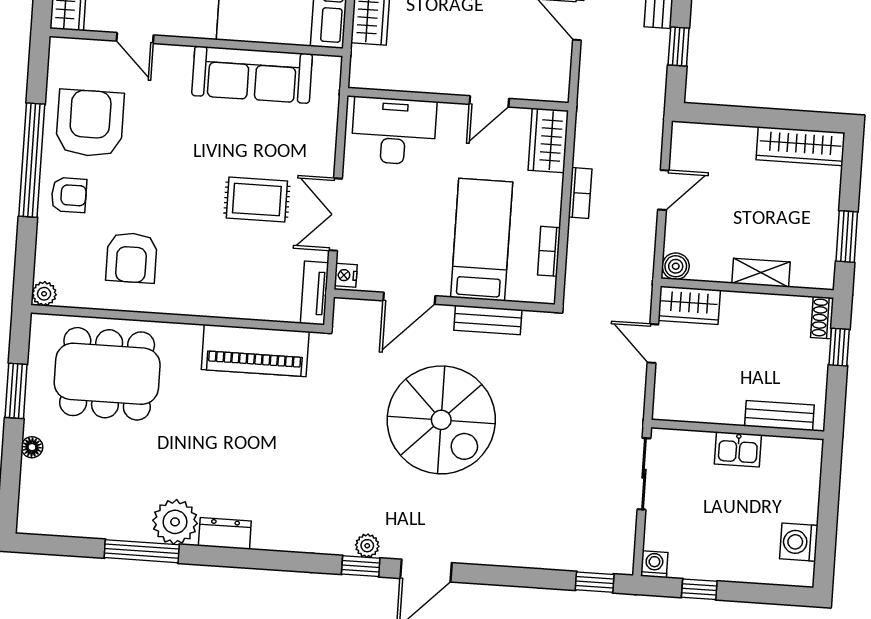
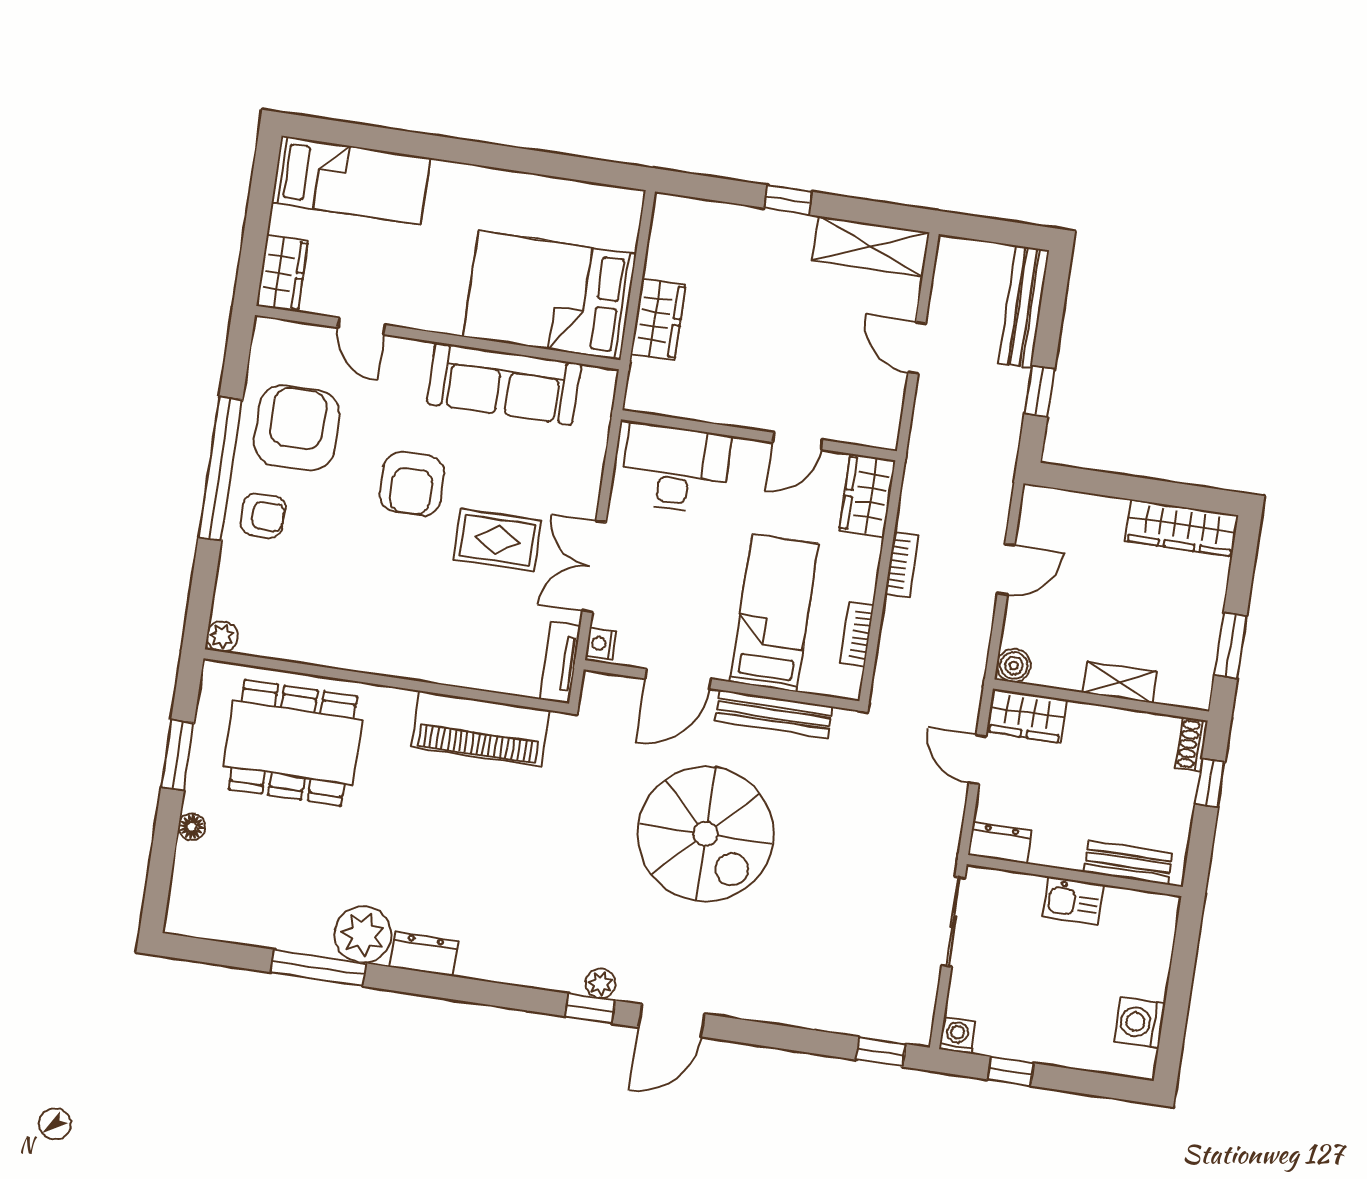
armchair: (131, 258) -> (412, 484), moved
bench: (488, 320) -> (774, 714), width x1.36
dresser: (676, 408) -> (1000, 843), added

